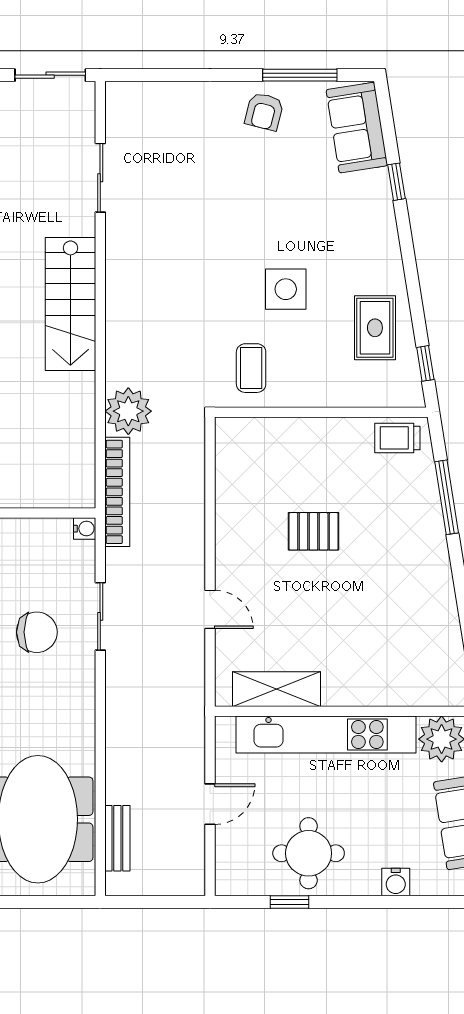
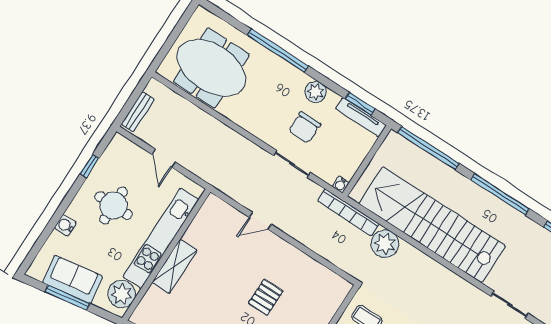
stairs: (70, 304) -> (432, 225), width x1.86, depth x1.51
shelving: (277, 689) -> (175, 266), moved
bench: (117, 838) -> (138, 112), moved, turned 90
round table: (309, 853) -> (114, 206), moved

